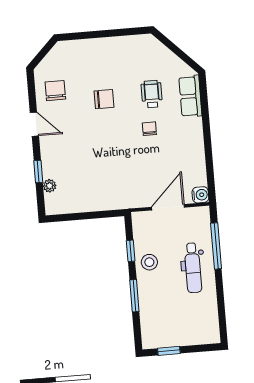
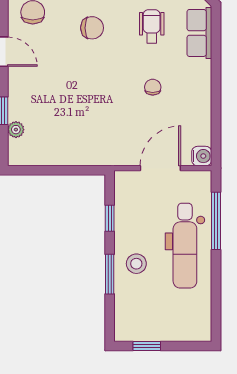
chair: (149, 129) -> (153, 87), moved
stool: (149, 262) -> (136, 264), moved
dental chair: (193, 268) -> (185, 246), width x1.36, depth x1.38

